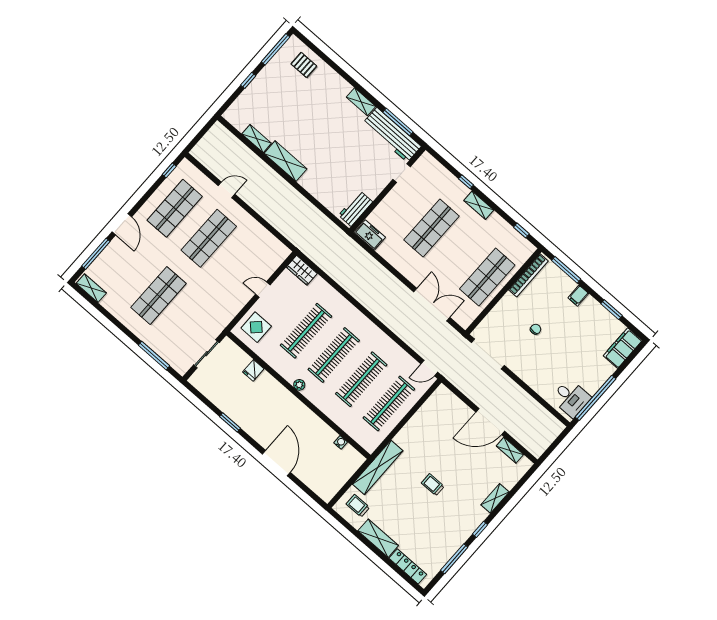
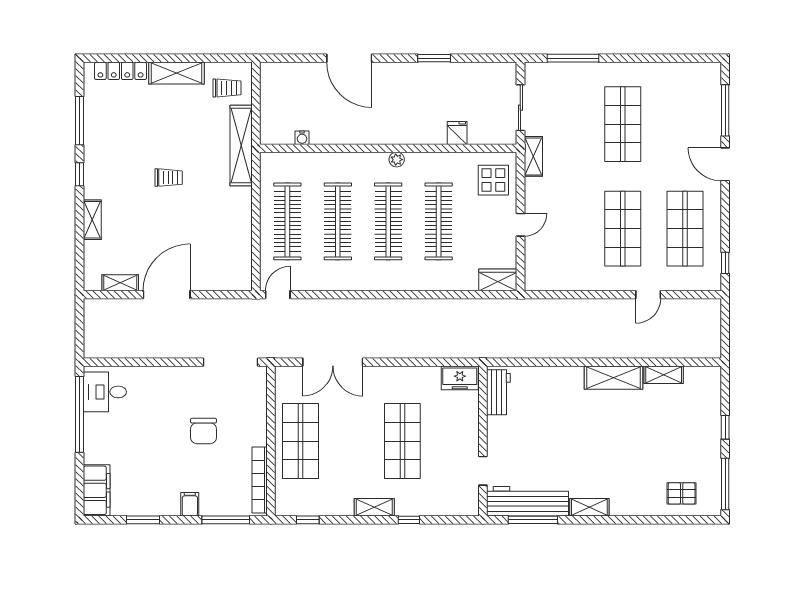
shelving: (91, 288) -> (533, 156), moved, turned 90
chair: (536, 329) -> (204, 431), width x1.87, depth x1.87

